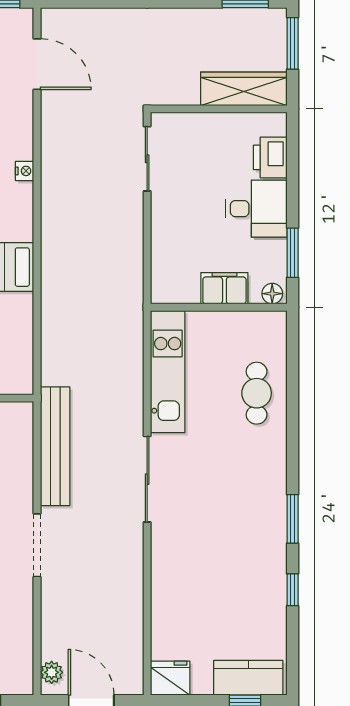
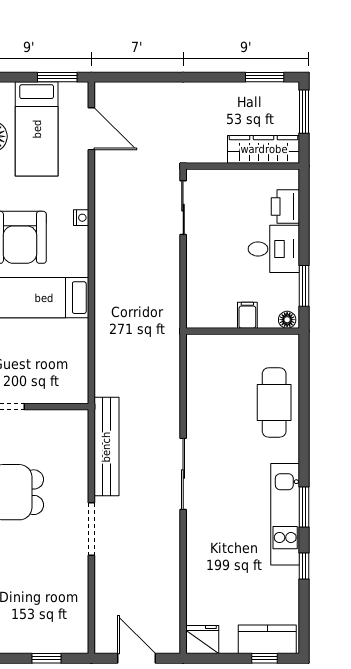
filing cabinet: (224, 288) -> (247, 315), width x0.50
kitchen unit: (168, 372) -> (285, 514), moved, turned 180
cafe table: (257, 393) -> (274, 402), width x1.37, depth x1.35
plant: (52, 672) -> (104, 635), removed

